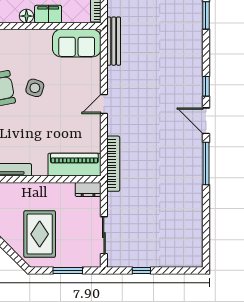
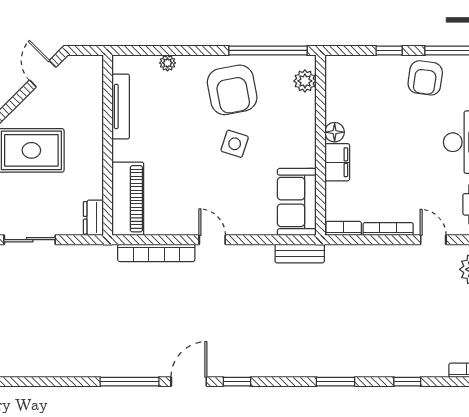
bench: (114, 41) -> (300, 253), width x0.73
bookcase: (113, 164) -> (156, 253), moved

